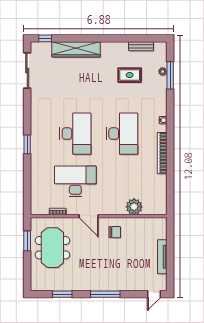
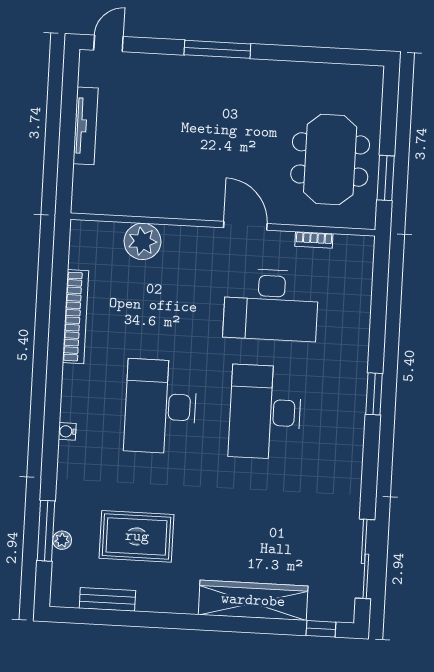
rug: (130, 75) -> (137, 536), width x1.36, depth x1.43
bookcase: (162, 153) -> (75, 317), moved
chair: (115, 232) -> (189, 187), removed
window: (62, 294) -> (314, 55), removed

